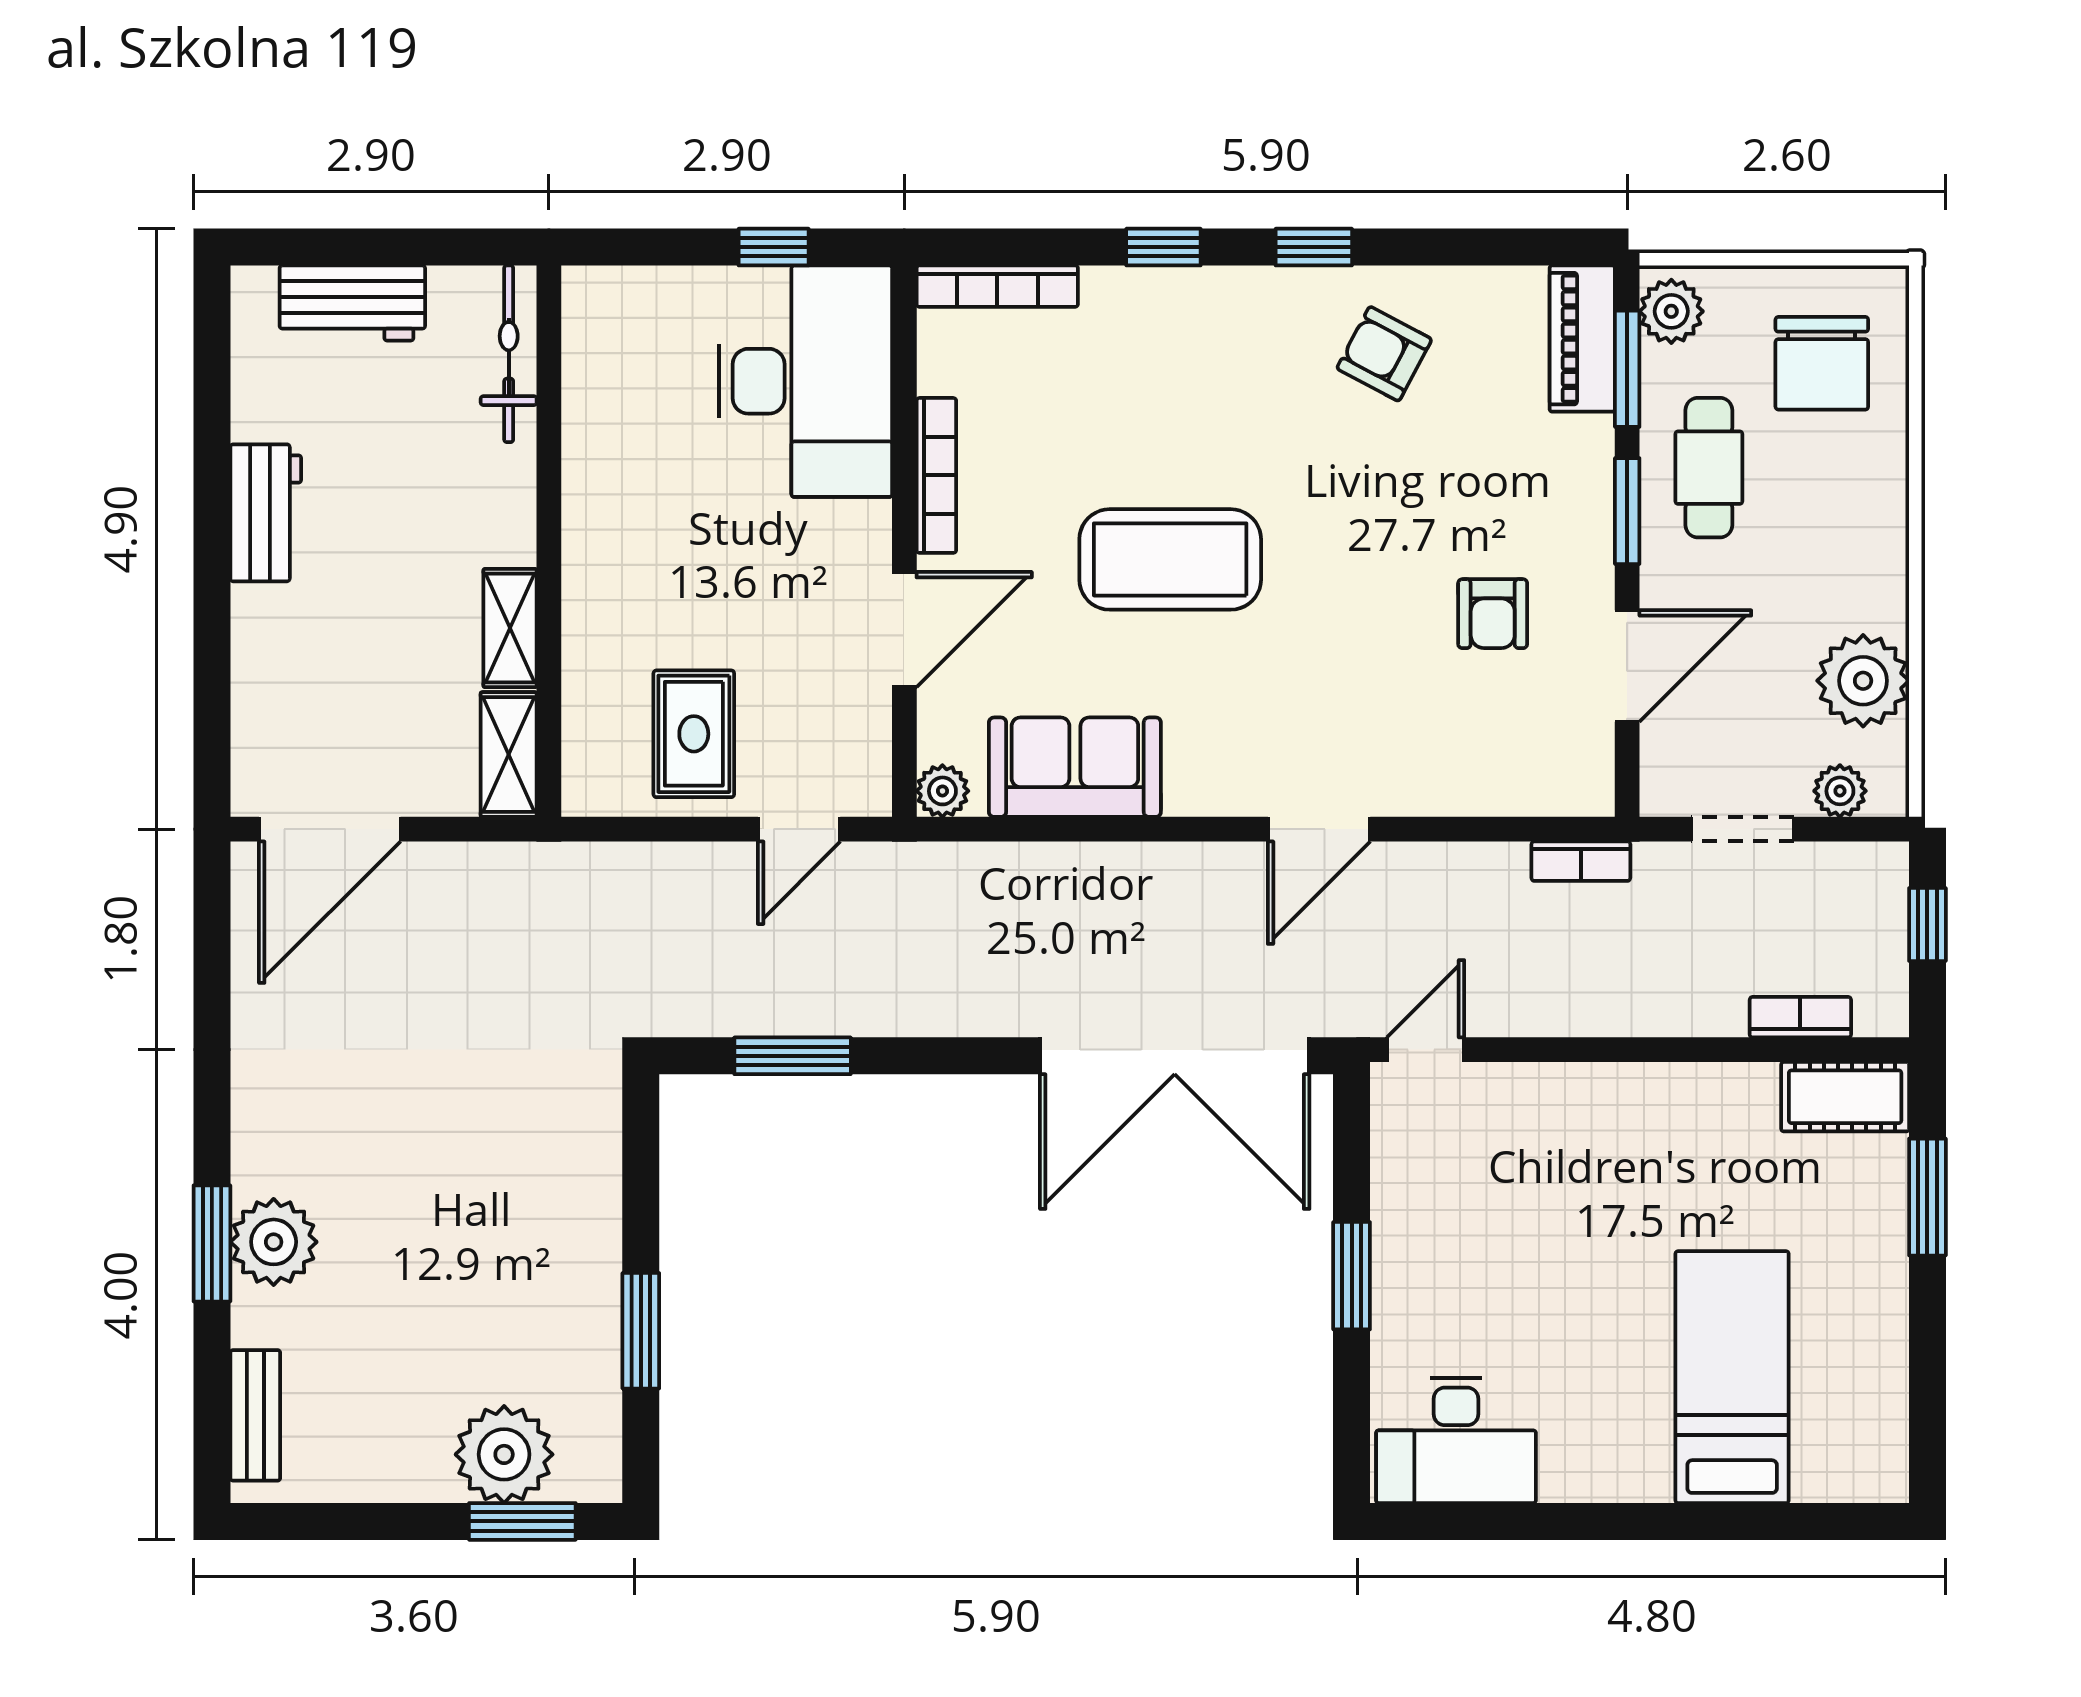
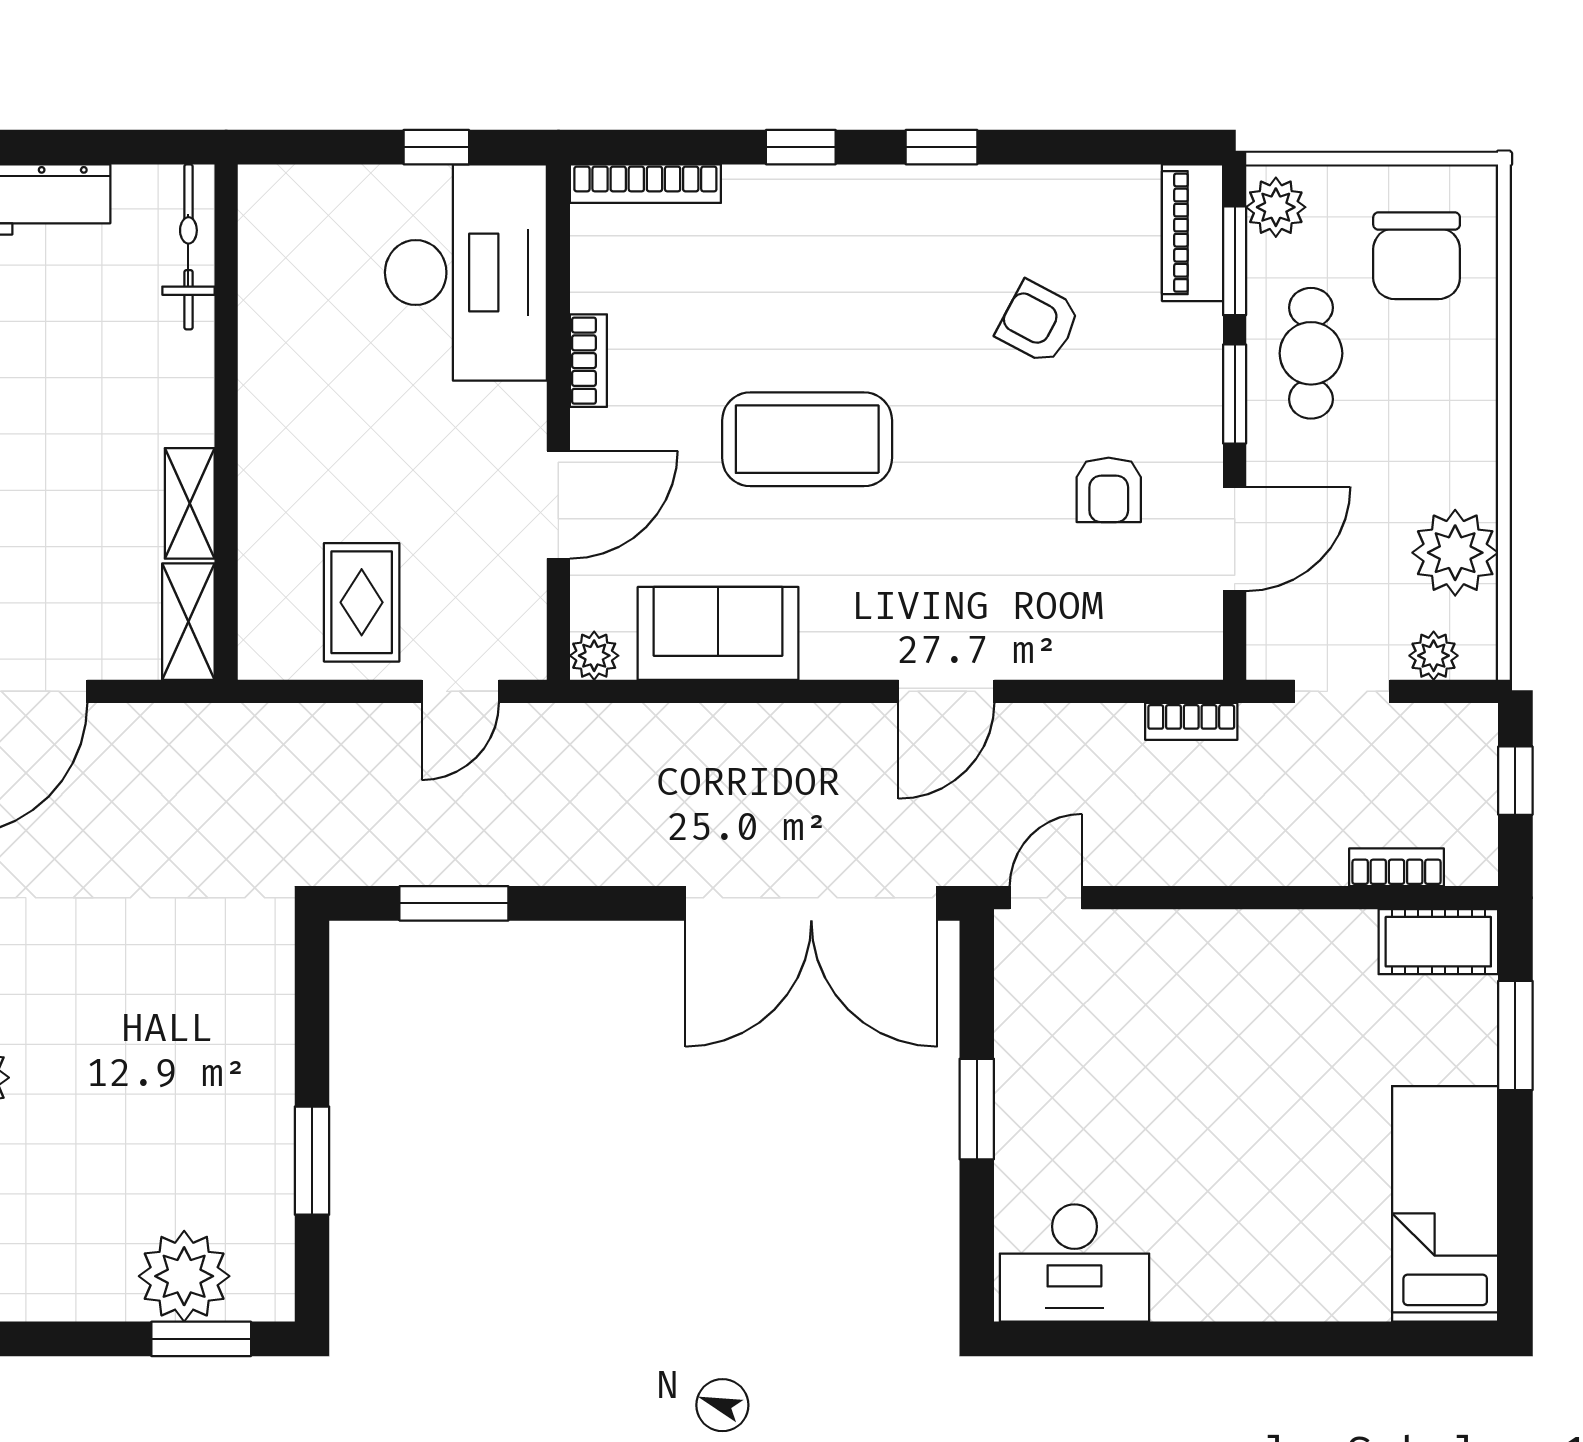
armchair: (1384, 354) -> (1038, 322), moved
bookcase: (936, 475) -> (588, 361), width x0.64
bed: (1732, 1377) -> (1445, 1204), moved

